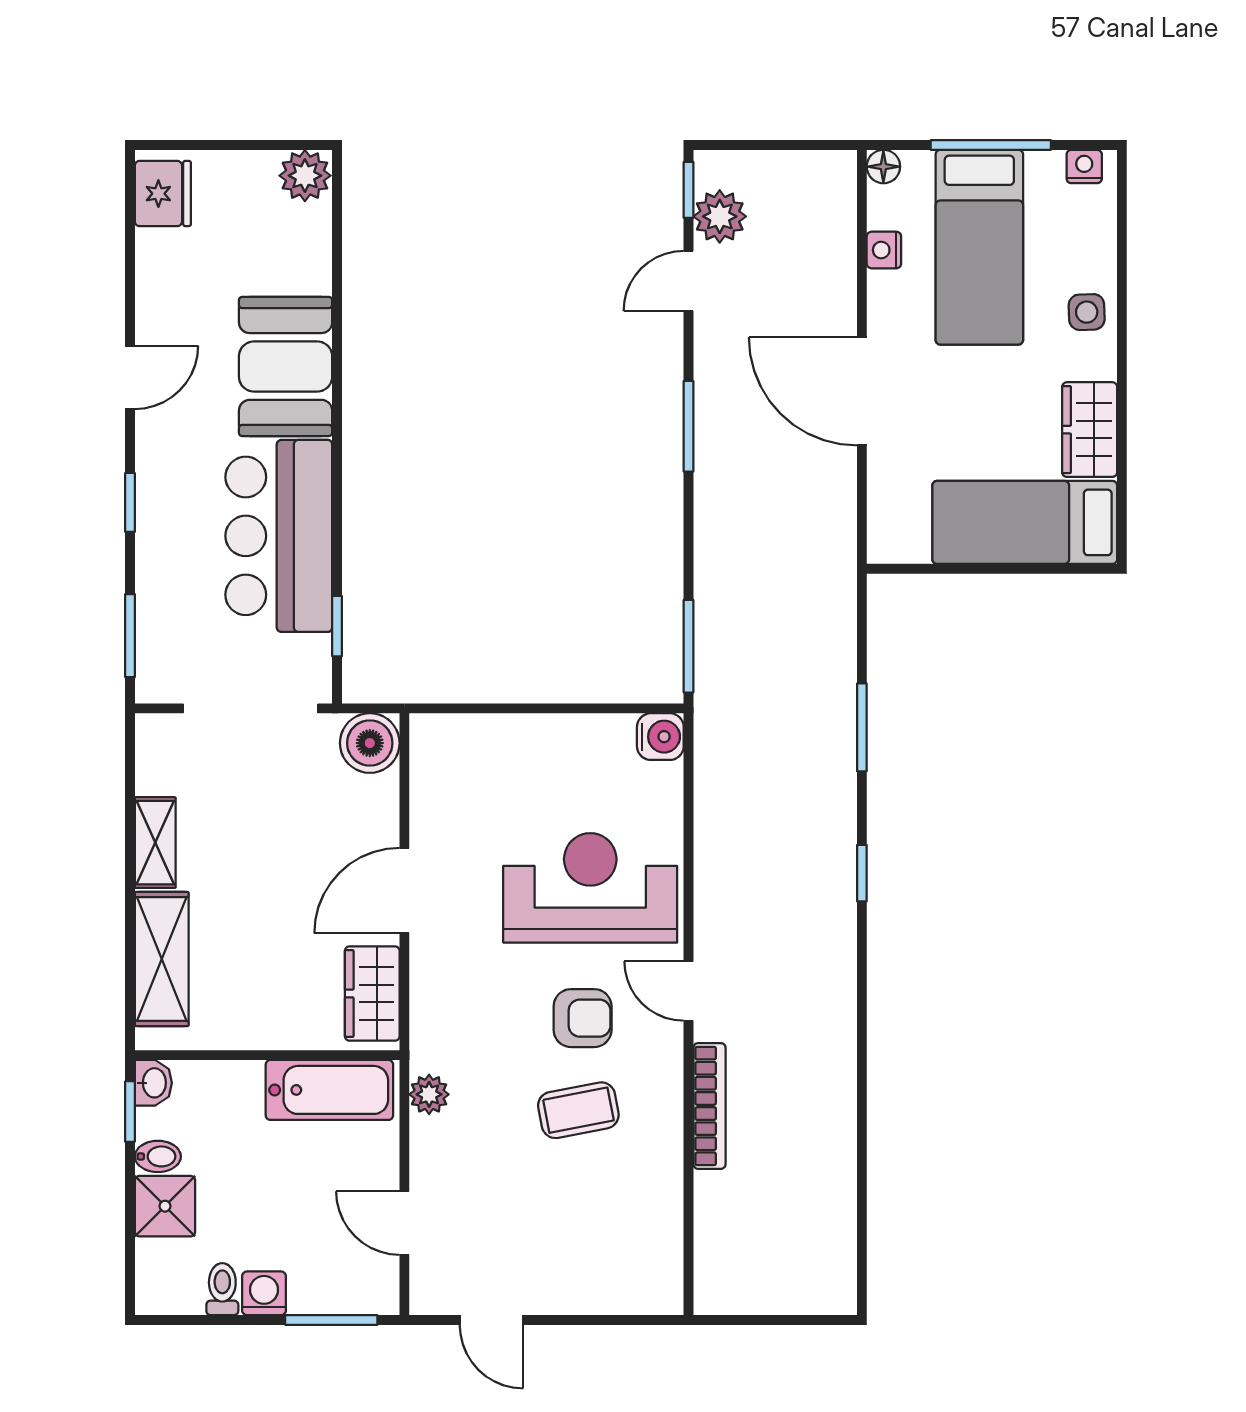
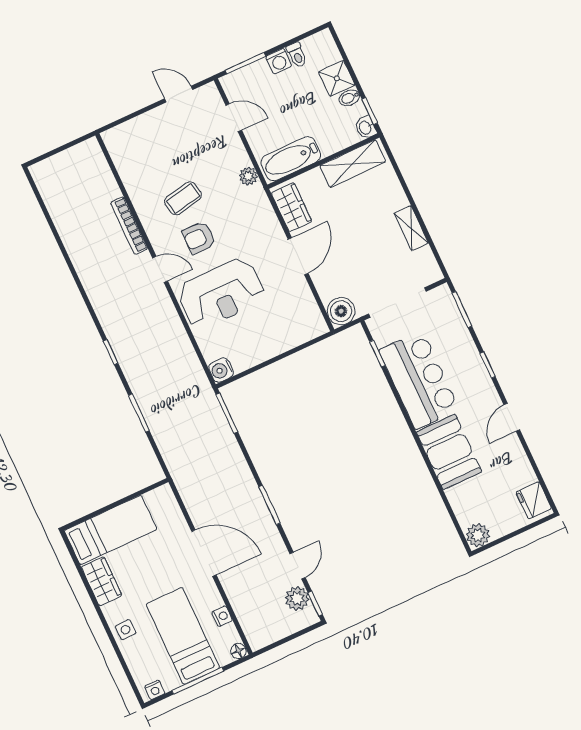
shelving: (162, 959) -> (353, 164), moved, turned 90

